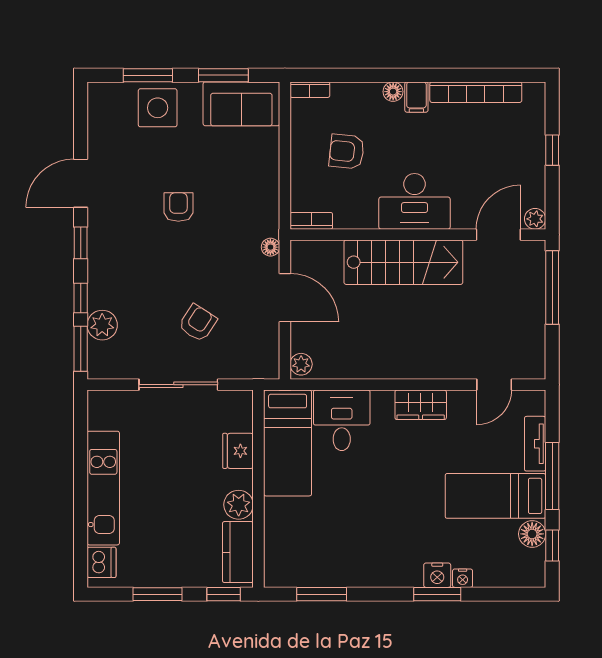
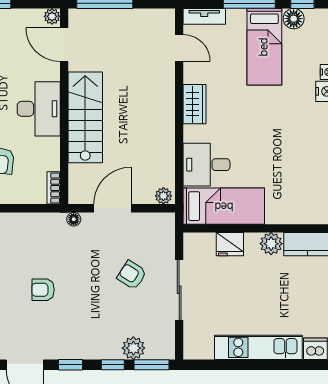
tv unit: (535, 444) -> (204, 16), moved

